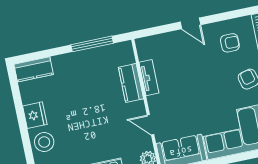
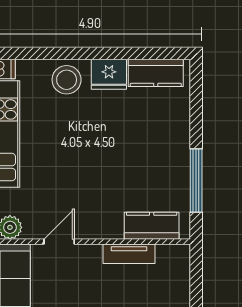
kitchen counter: (34, 69) -> (156, 73), moved, turned -90
kitchen counter: (131, 83) -> (152, 226), moved

